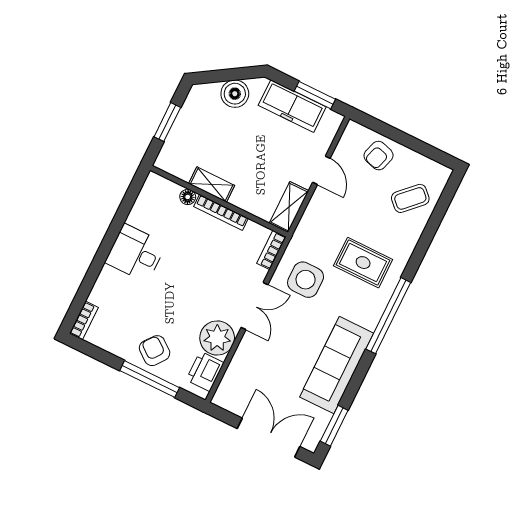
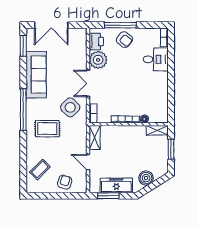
shelving: (212, 185) -> (157, 130), moved
desk: (136, 253) -> (156, 59), moved
side table: (306, 280) -> (70, 107), turned 45

